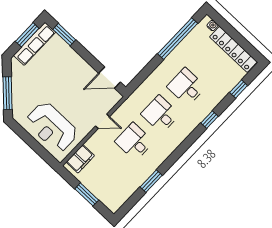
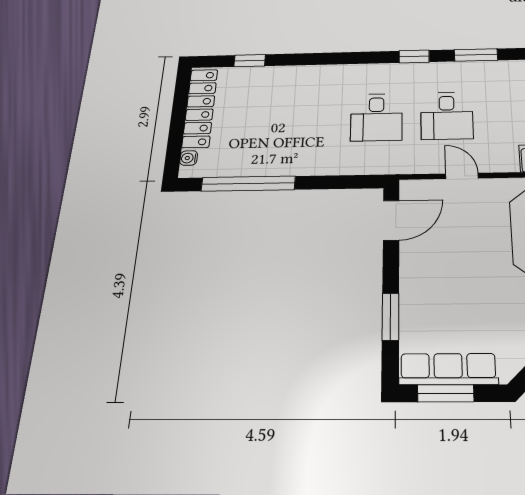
window: (64, 35) -> (391, 317), moved
door: (110, 78) -> (391, 220), hinge flipped
desk: (186, 87) -> (307, 119), removed
window: (210, 120) -> (414, 57), moved

